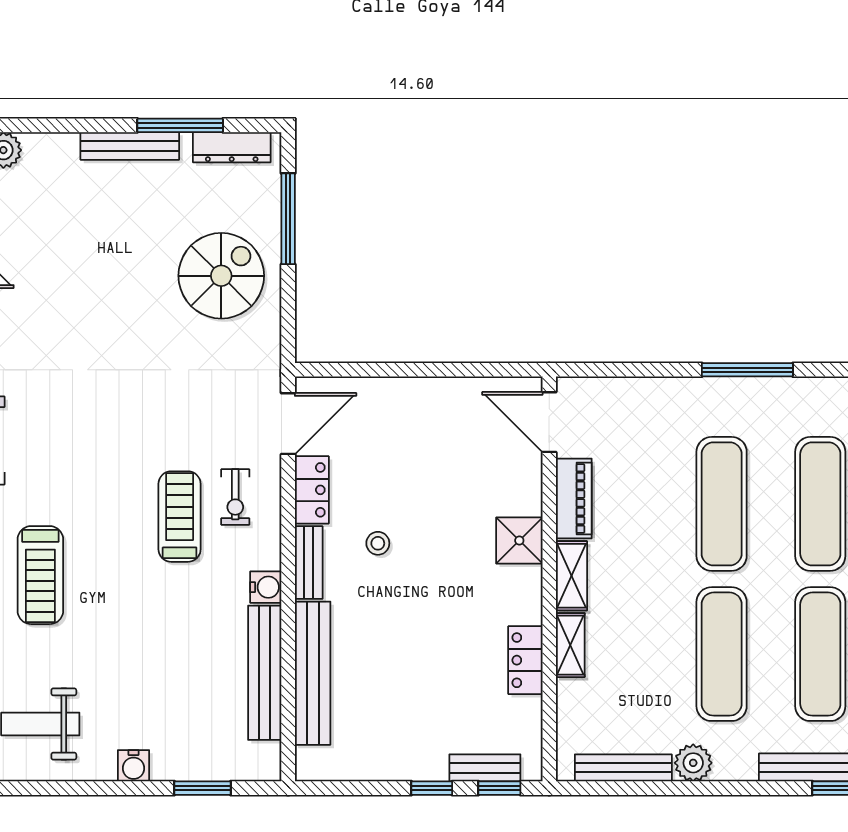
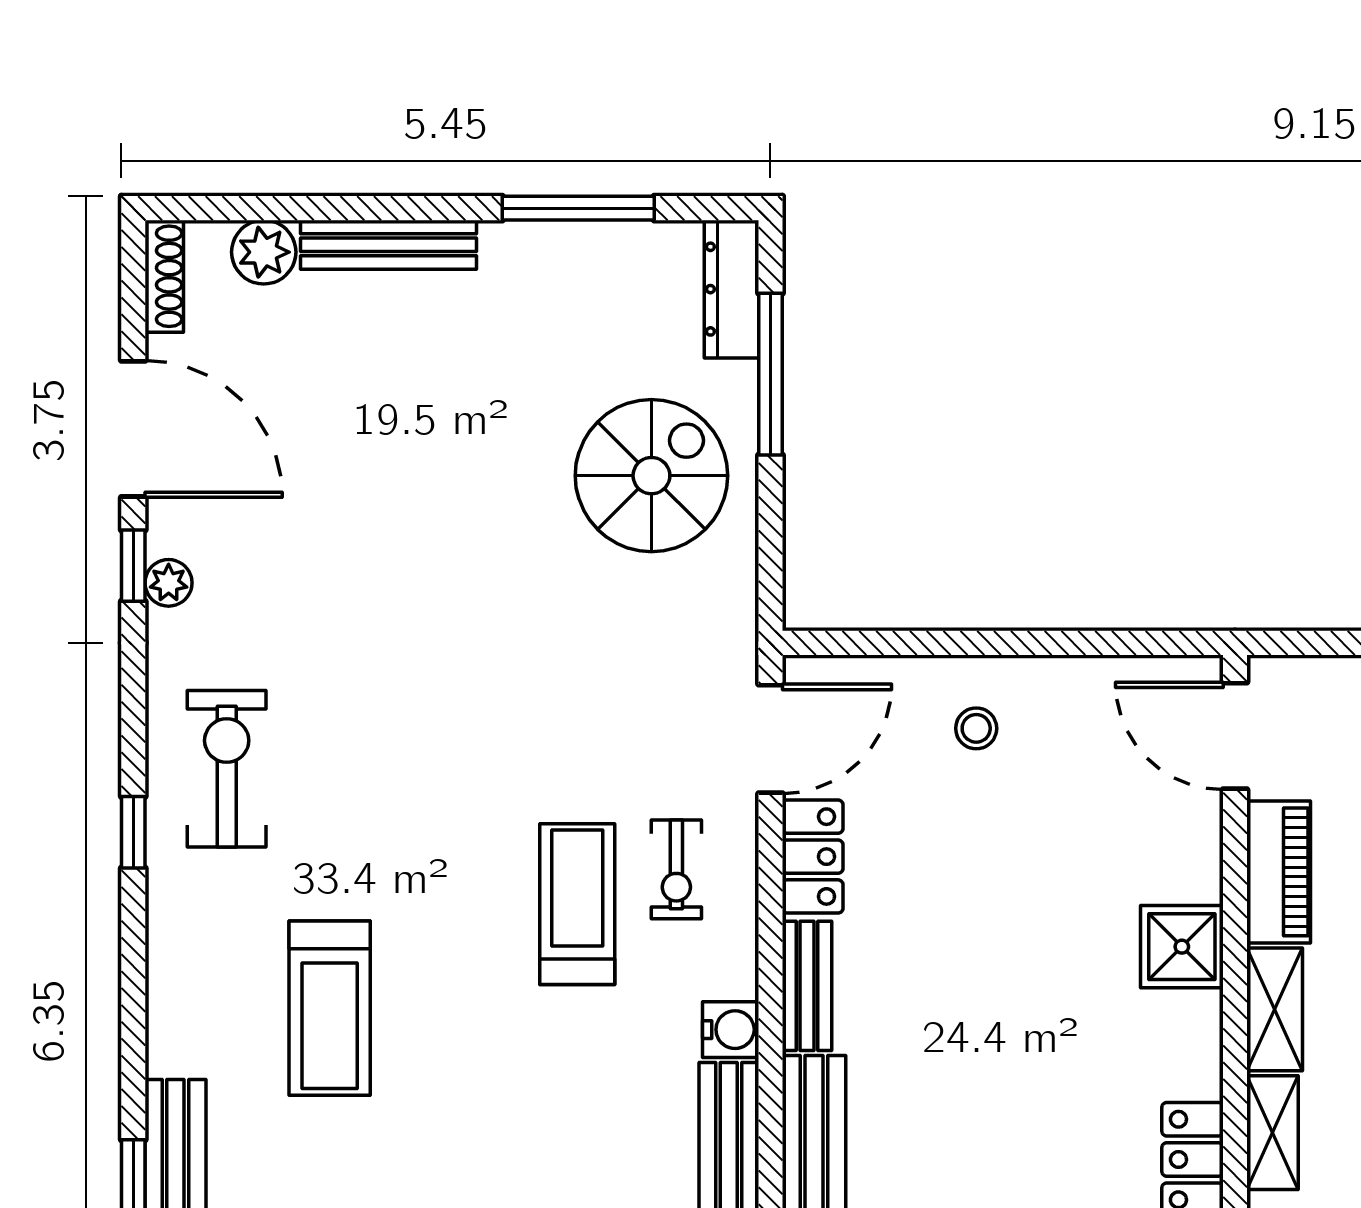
bench: (130, 146) -> (388, 245), moved
dresser: (232, 147) -> (731, 289), moved, turned 90
stool: (378, 543) -> (976, 728), moved

